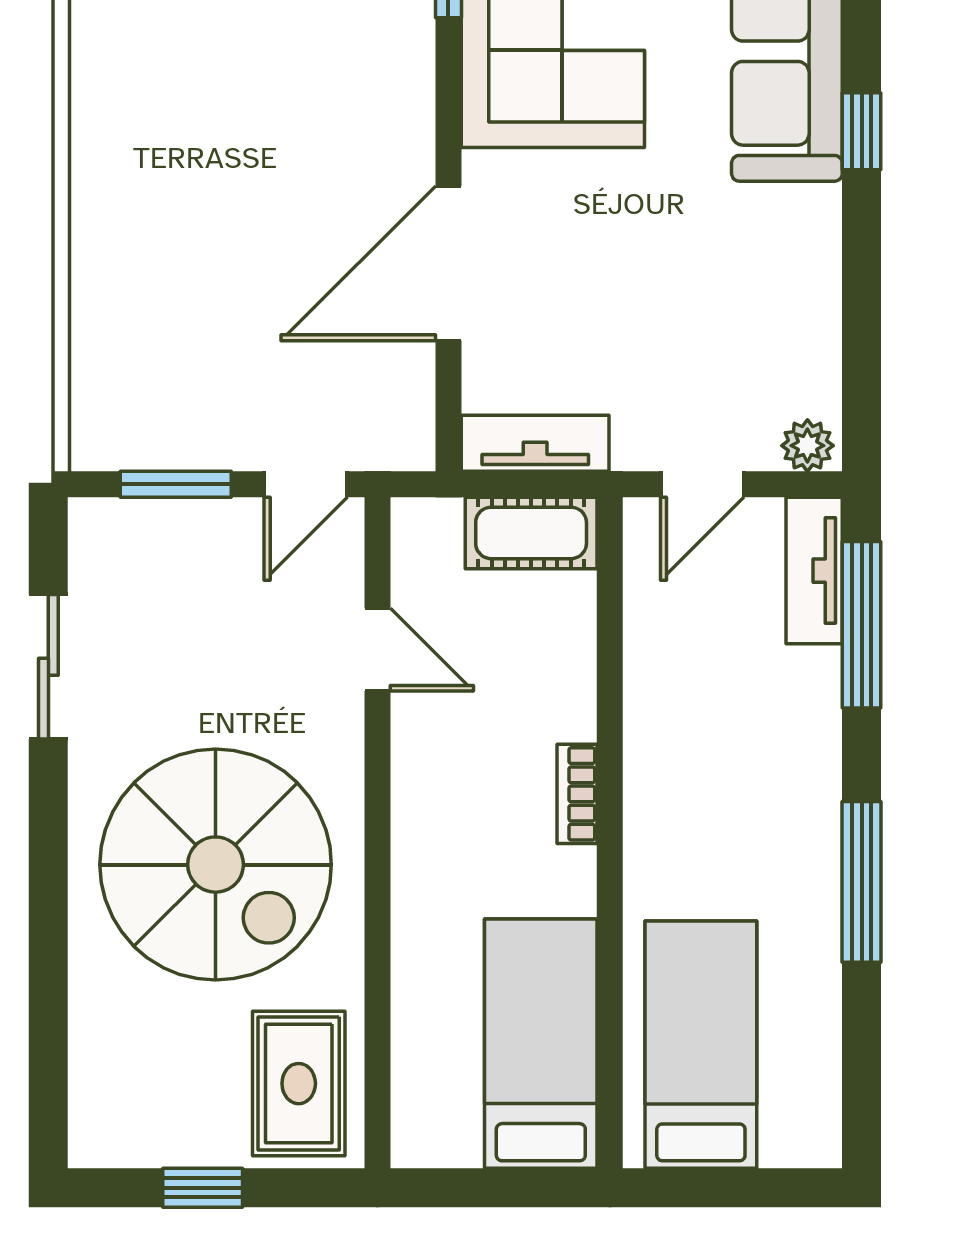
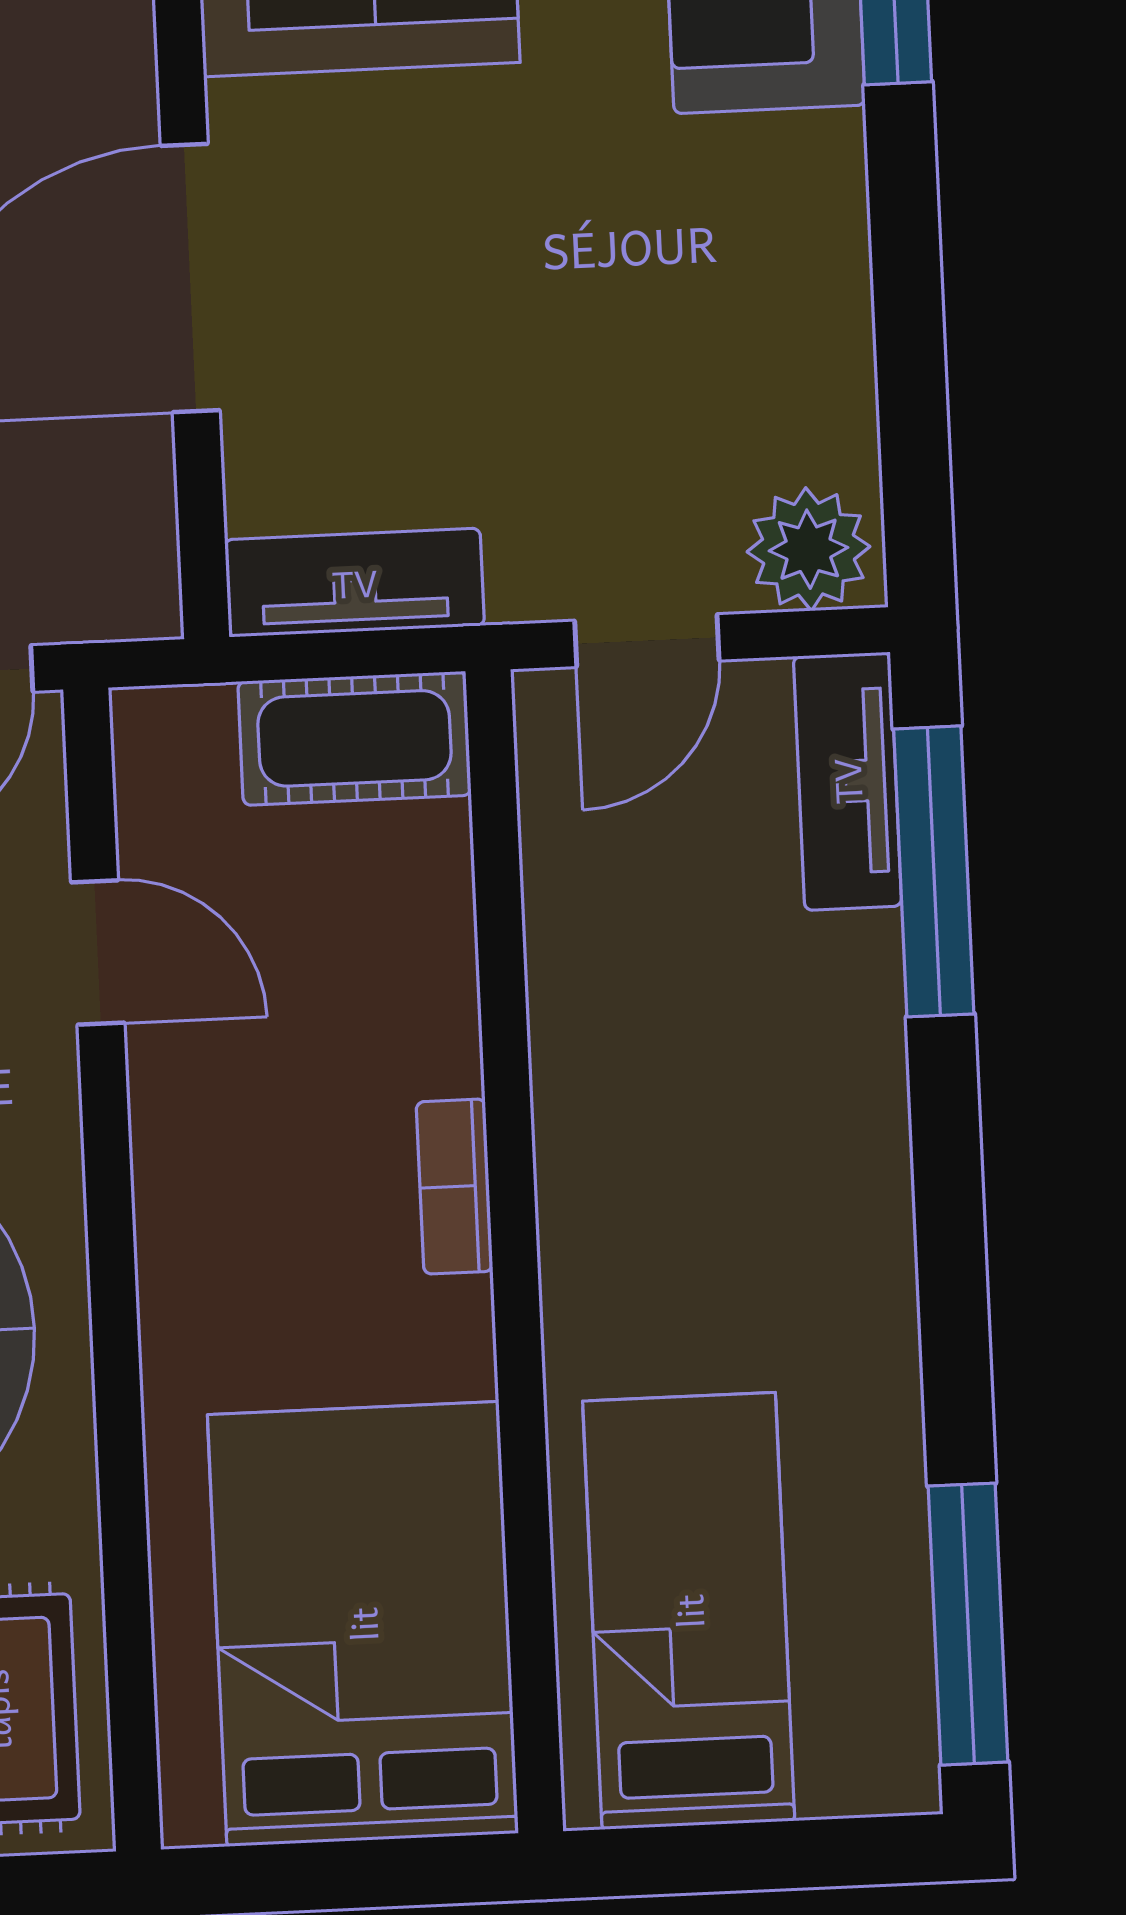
plant: (807, 446) -> (808, 549), width x1.38, depth x1.38
window: (862, 882) -> (968, 1624), moved
bed: (541, 1044) -> (363, 1624), width x1.50

